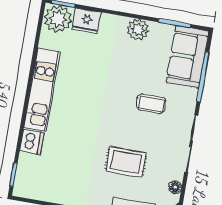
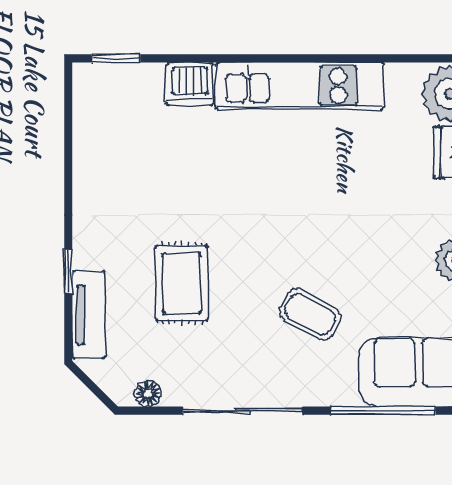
coffee table: (151, 104) -> (310, 314), turned -61

